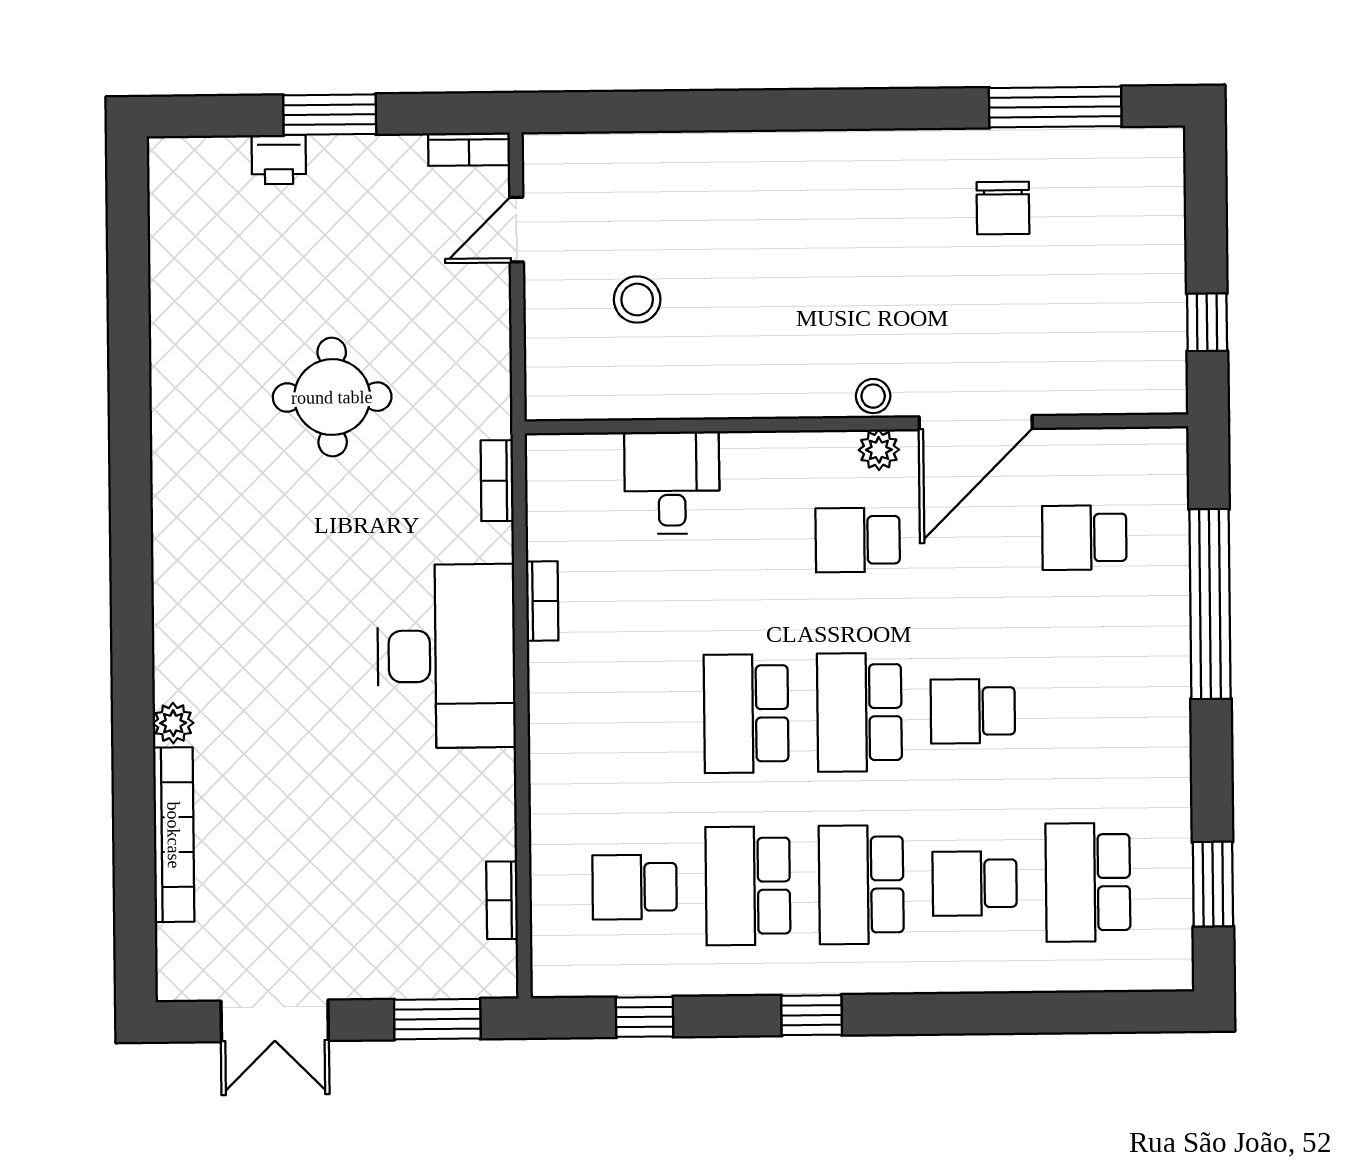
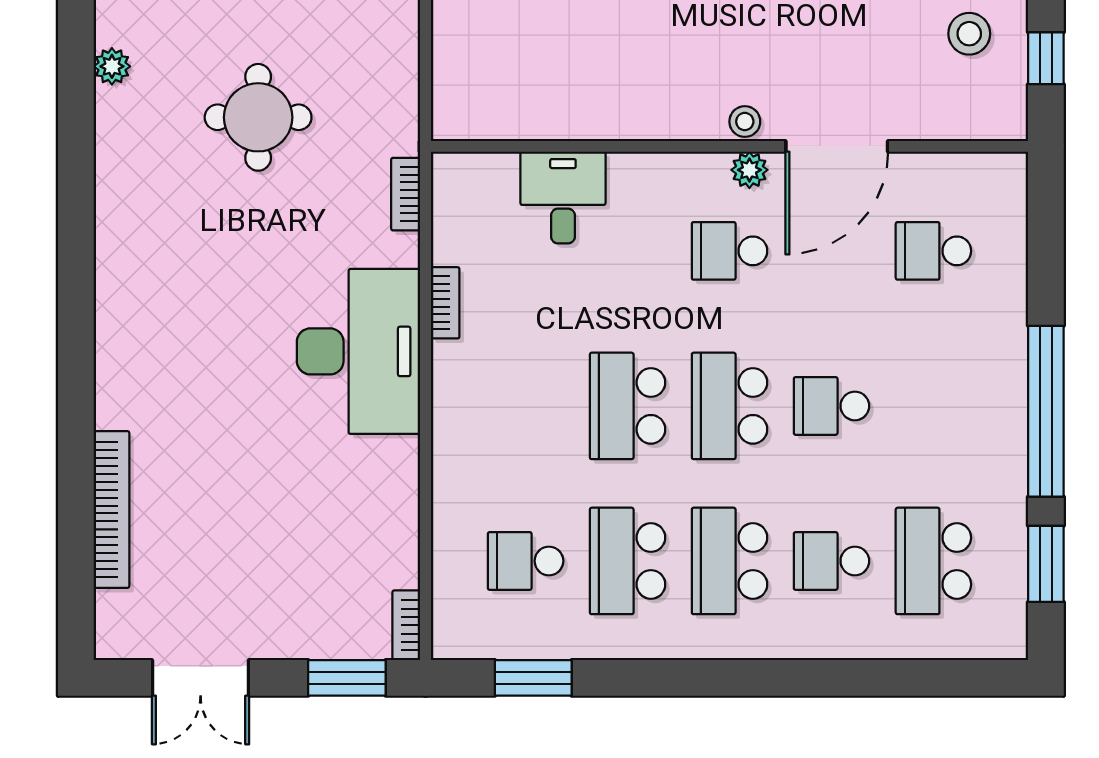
stool: (637, 299) -> (969, 34), moved
window: (1210, 604) -> (1046, 411), moved
plant: (173, 723) -> (112, 66), moved
bookcase: (502, 900) -> (406, 625), moved
window: (812, 1015) -> (684, 678), removed
window: (645, 1017) -> (533, 678), width x1.50

